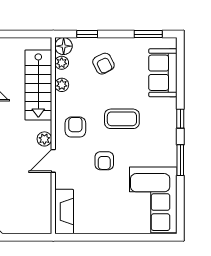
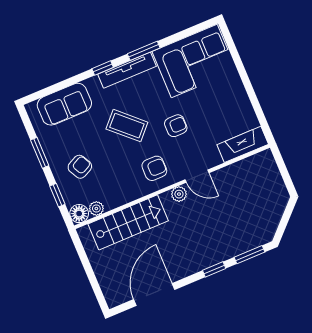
window: (148, 34) -> (40, 153), moved
plant: (62, 85) -> (118, 199), removed
coffee table: (122, 119) -> (127, 126), turned -47
armchair: (75, 127) -> (154, 168), turned 180
tv unit: (170, 139) -> (127, 70), added

